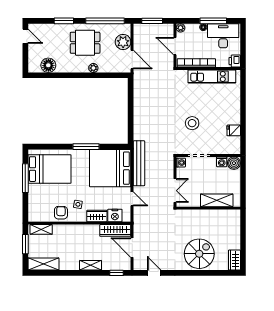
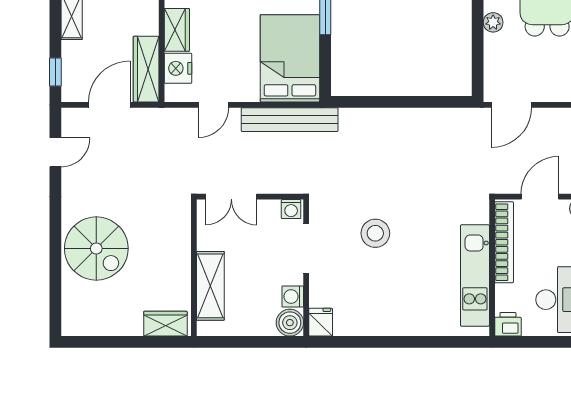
plant: (123, 42) -> (549, 86), removed
fridge: (234, 130) -> (321, 322), moved
bed: (110, 168) -> (290, 58), width x0.73
wardrobe: (234, 260) -> (165, 324), moved

